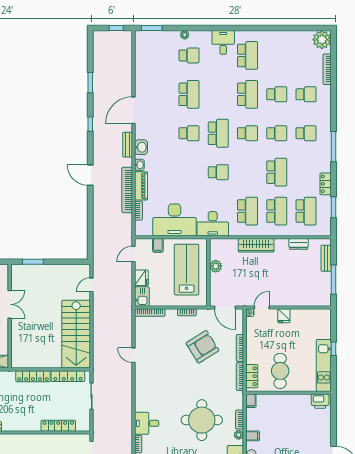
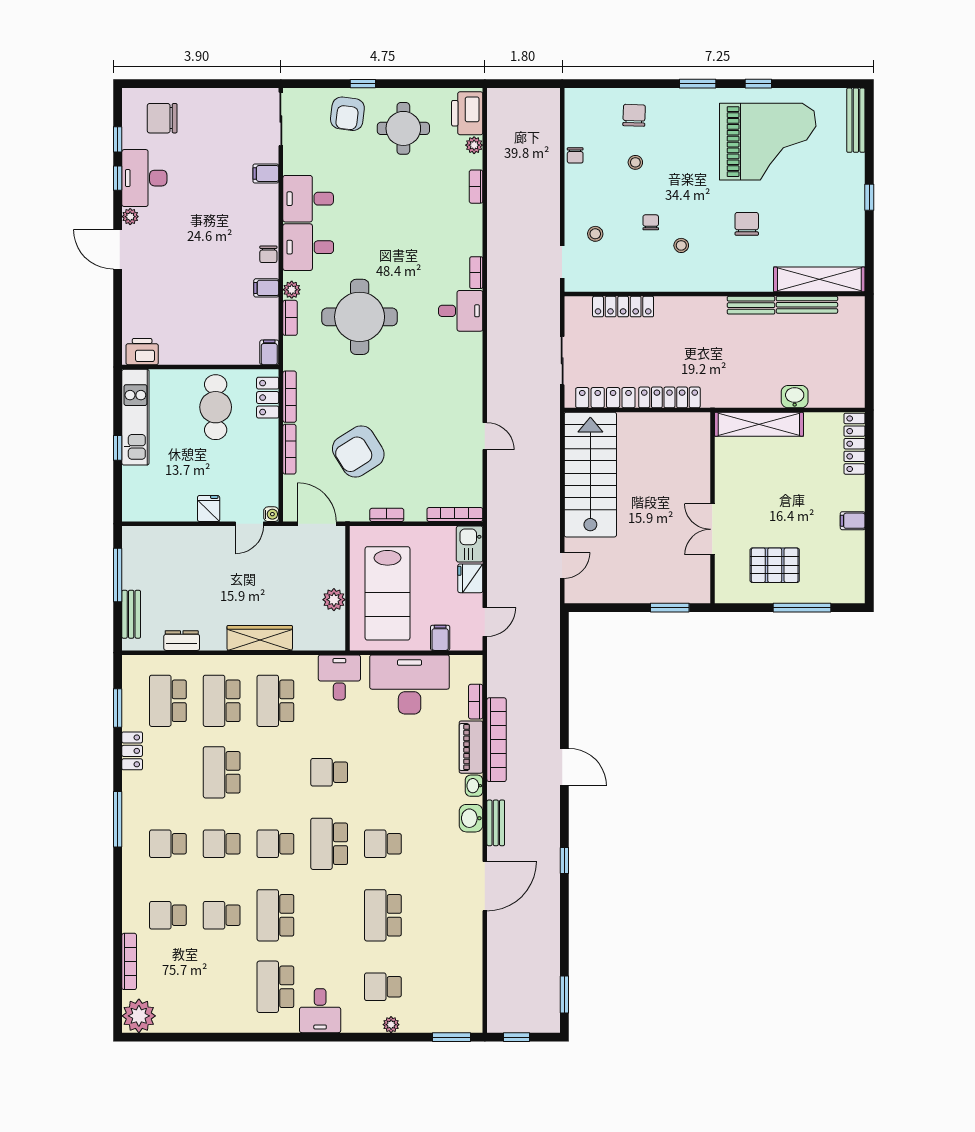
window: (90, 83) -> (564, 995), moved
desk: (213, 224) -> (339, 677), width x0.73

